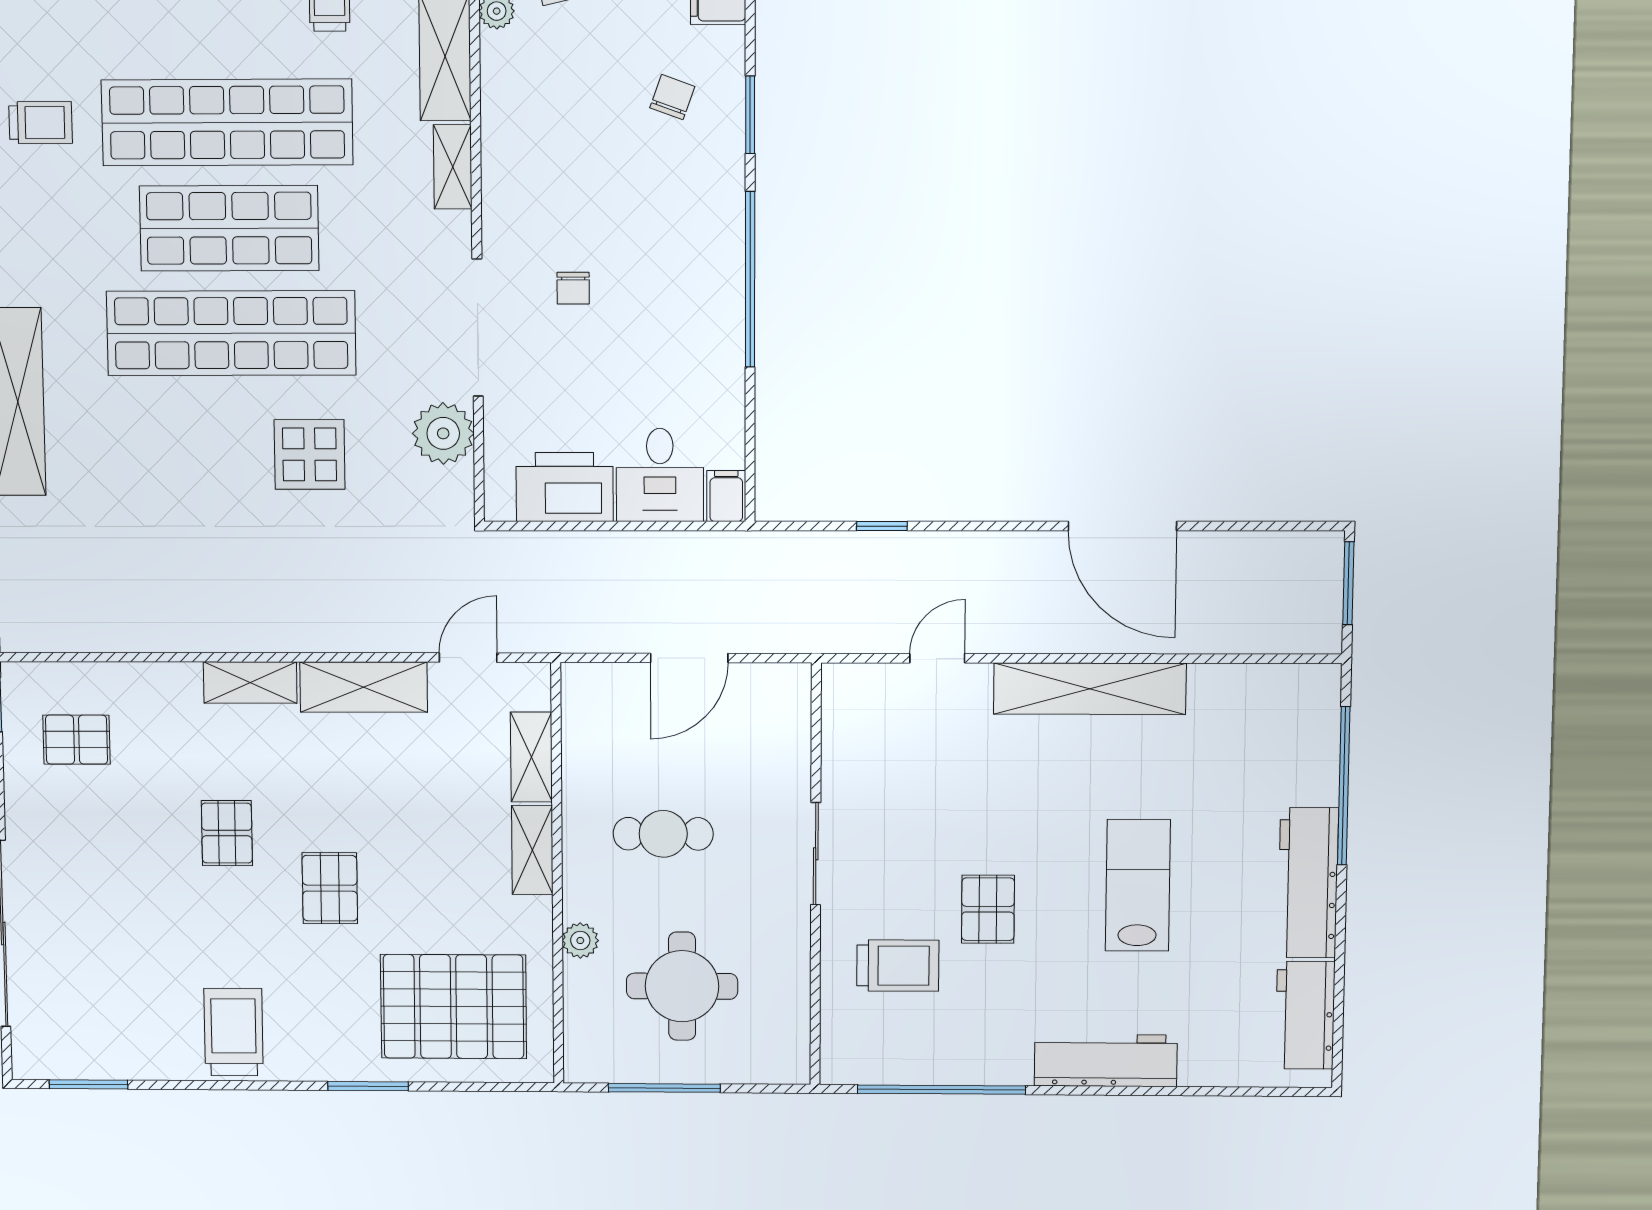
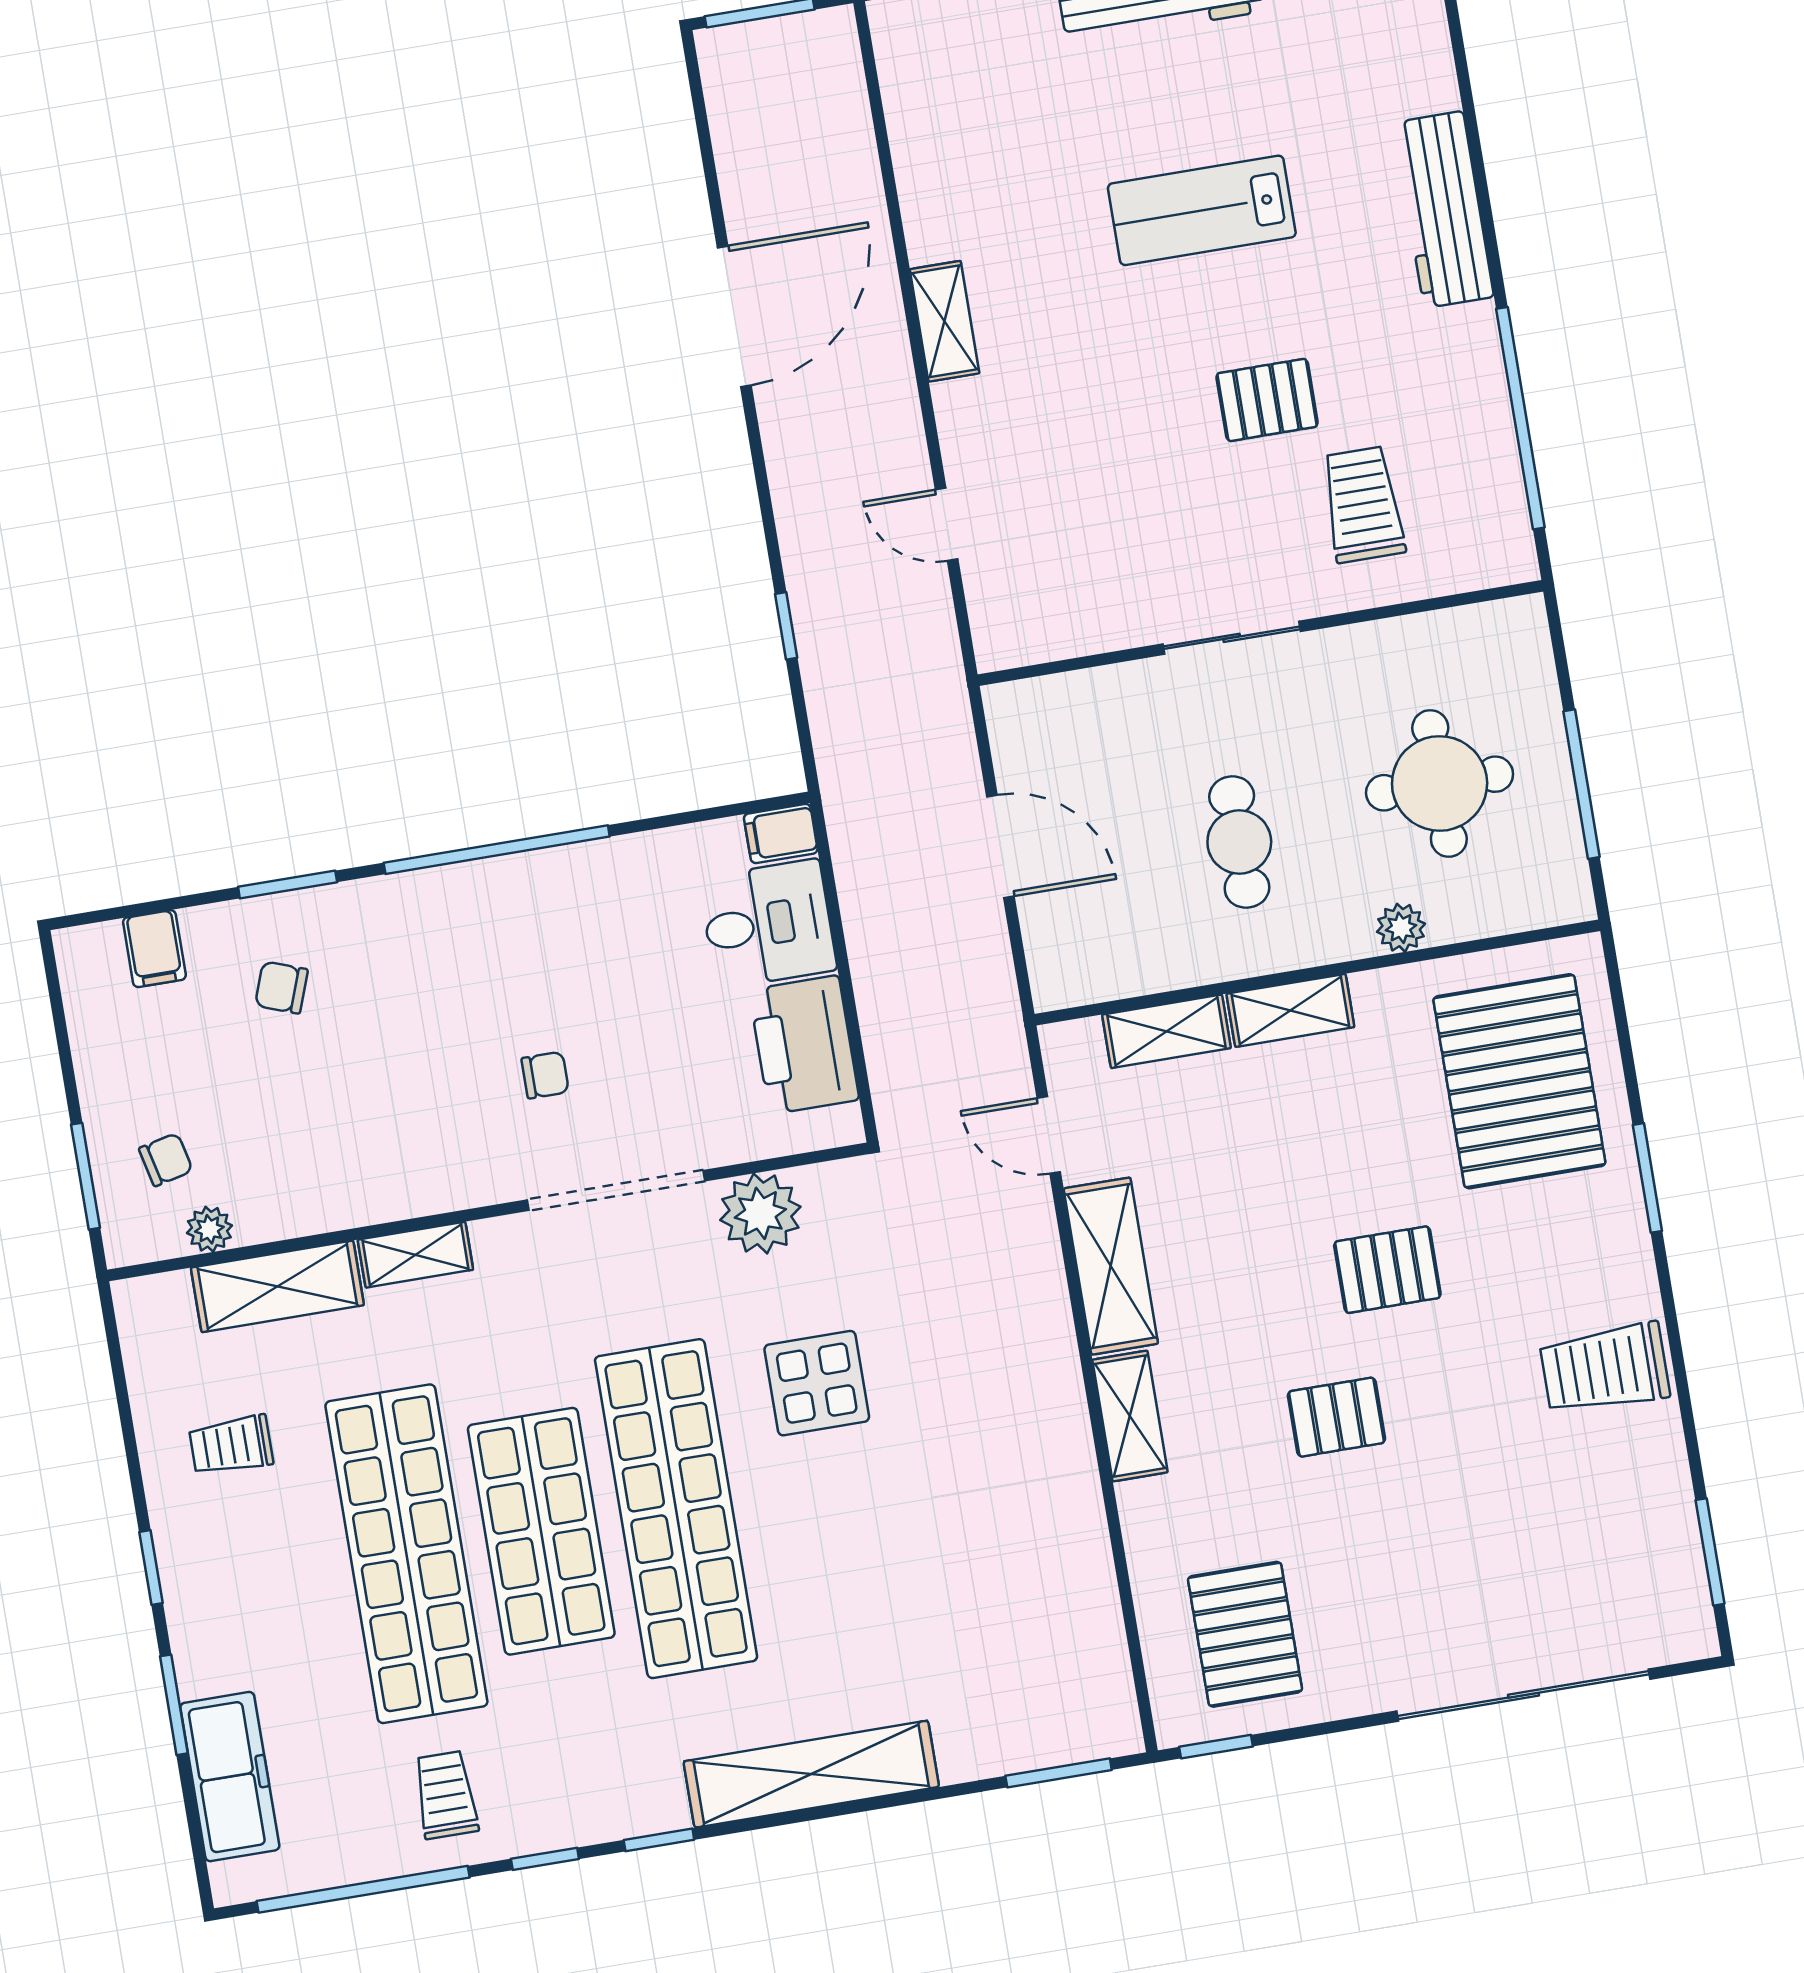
shelving: (1090, 689) -> (945, 321), width x0.45, depth x0.75
pallet: (77, 740) -> (1245, 1634), width x1.50, depth x1.42

